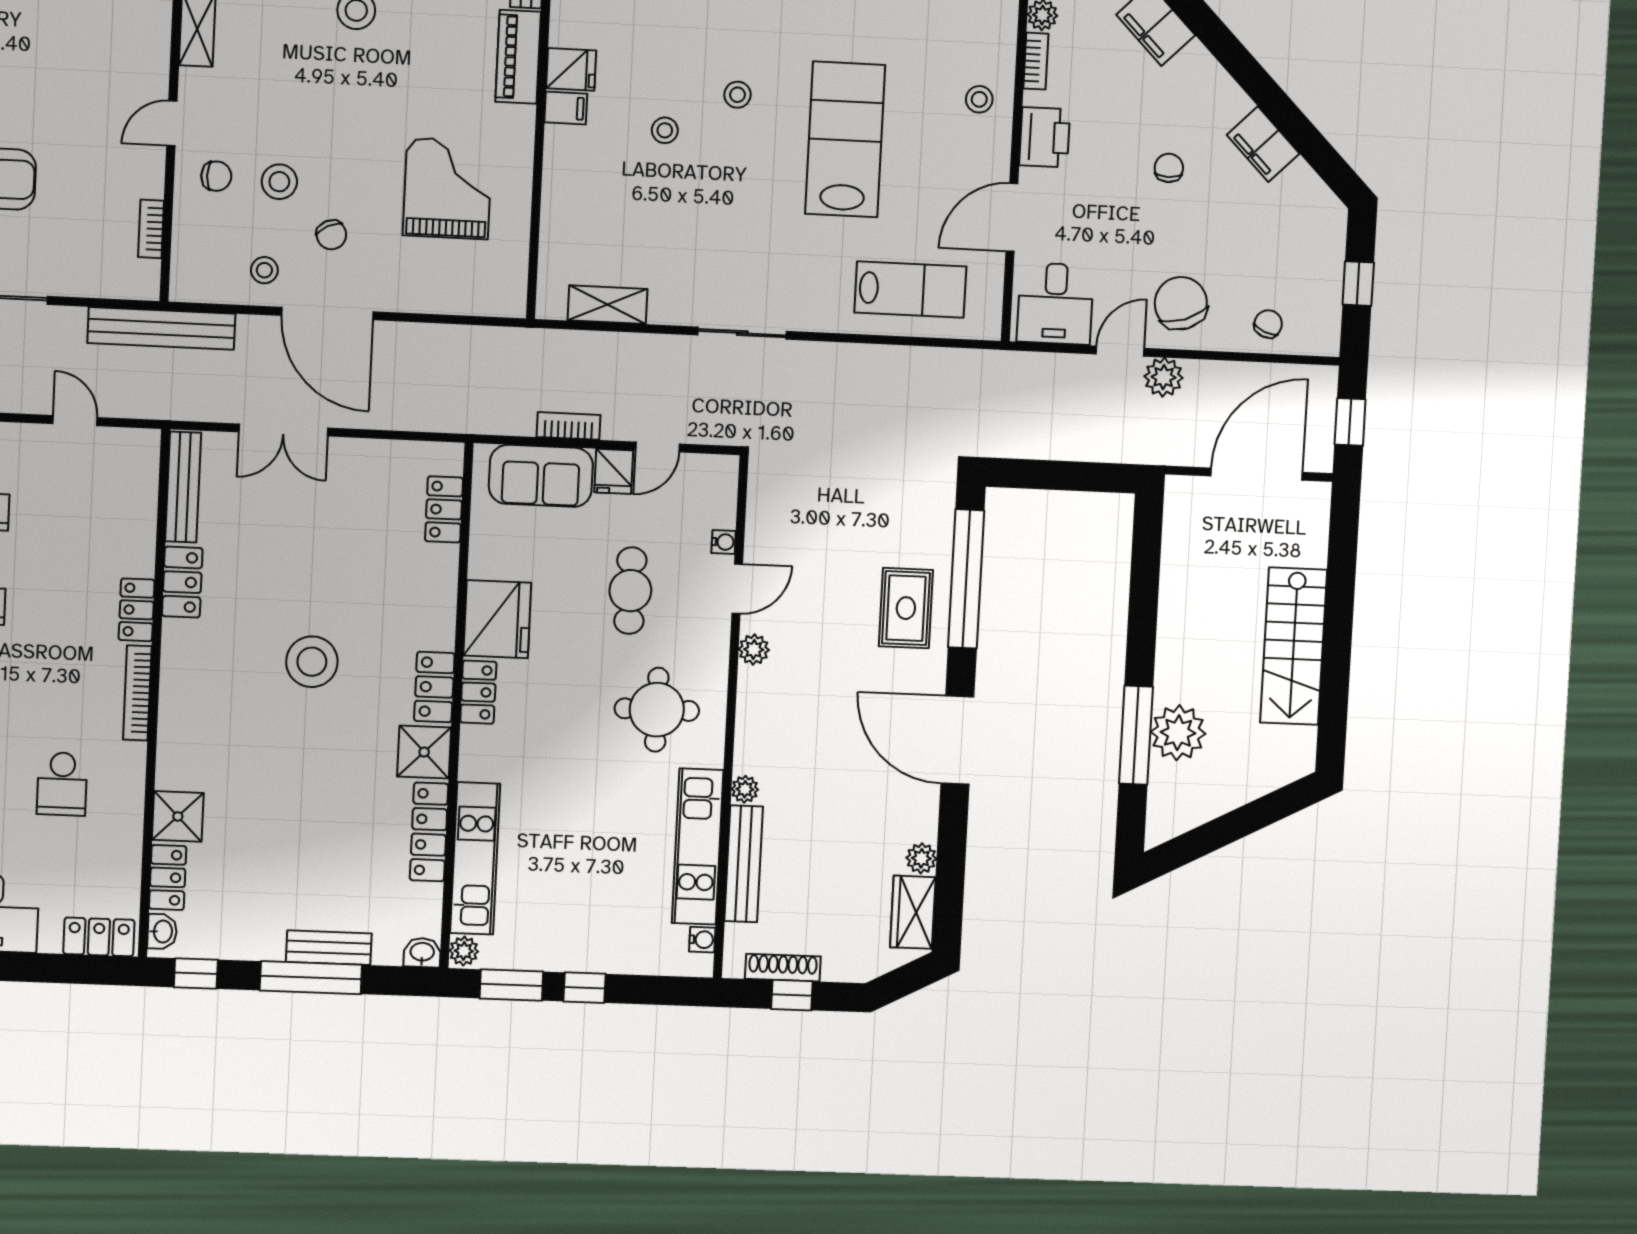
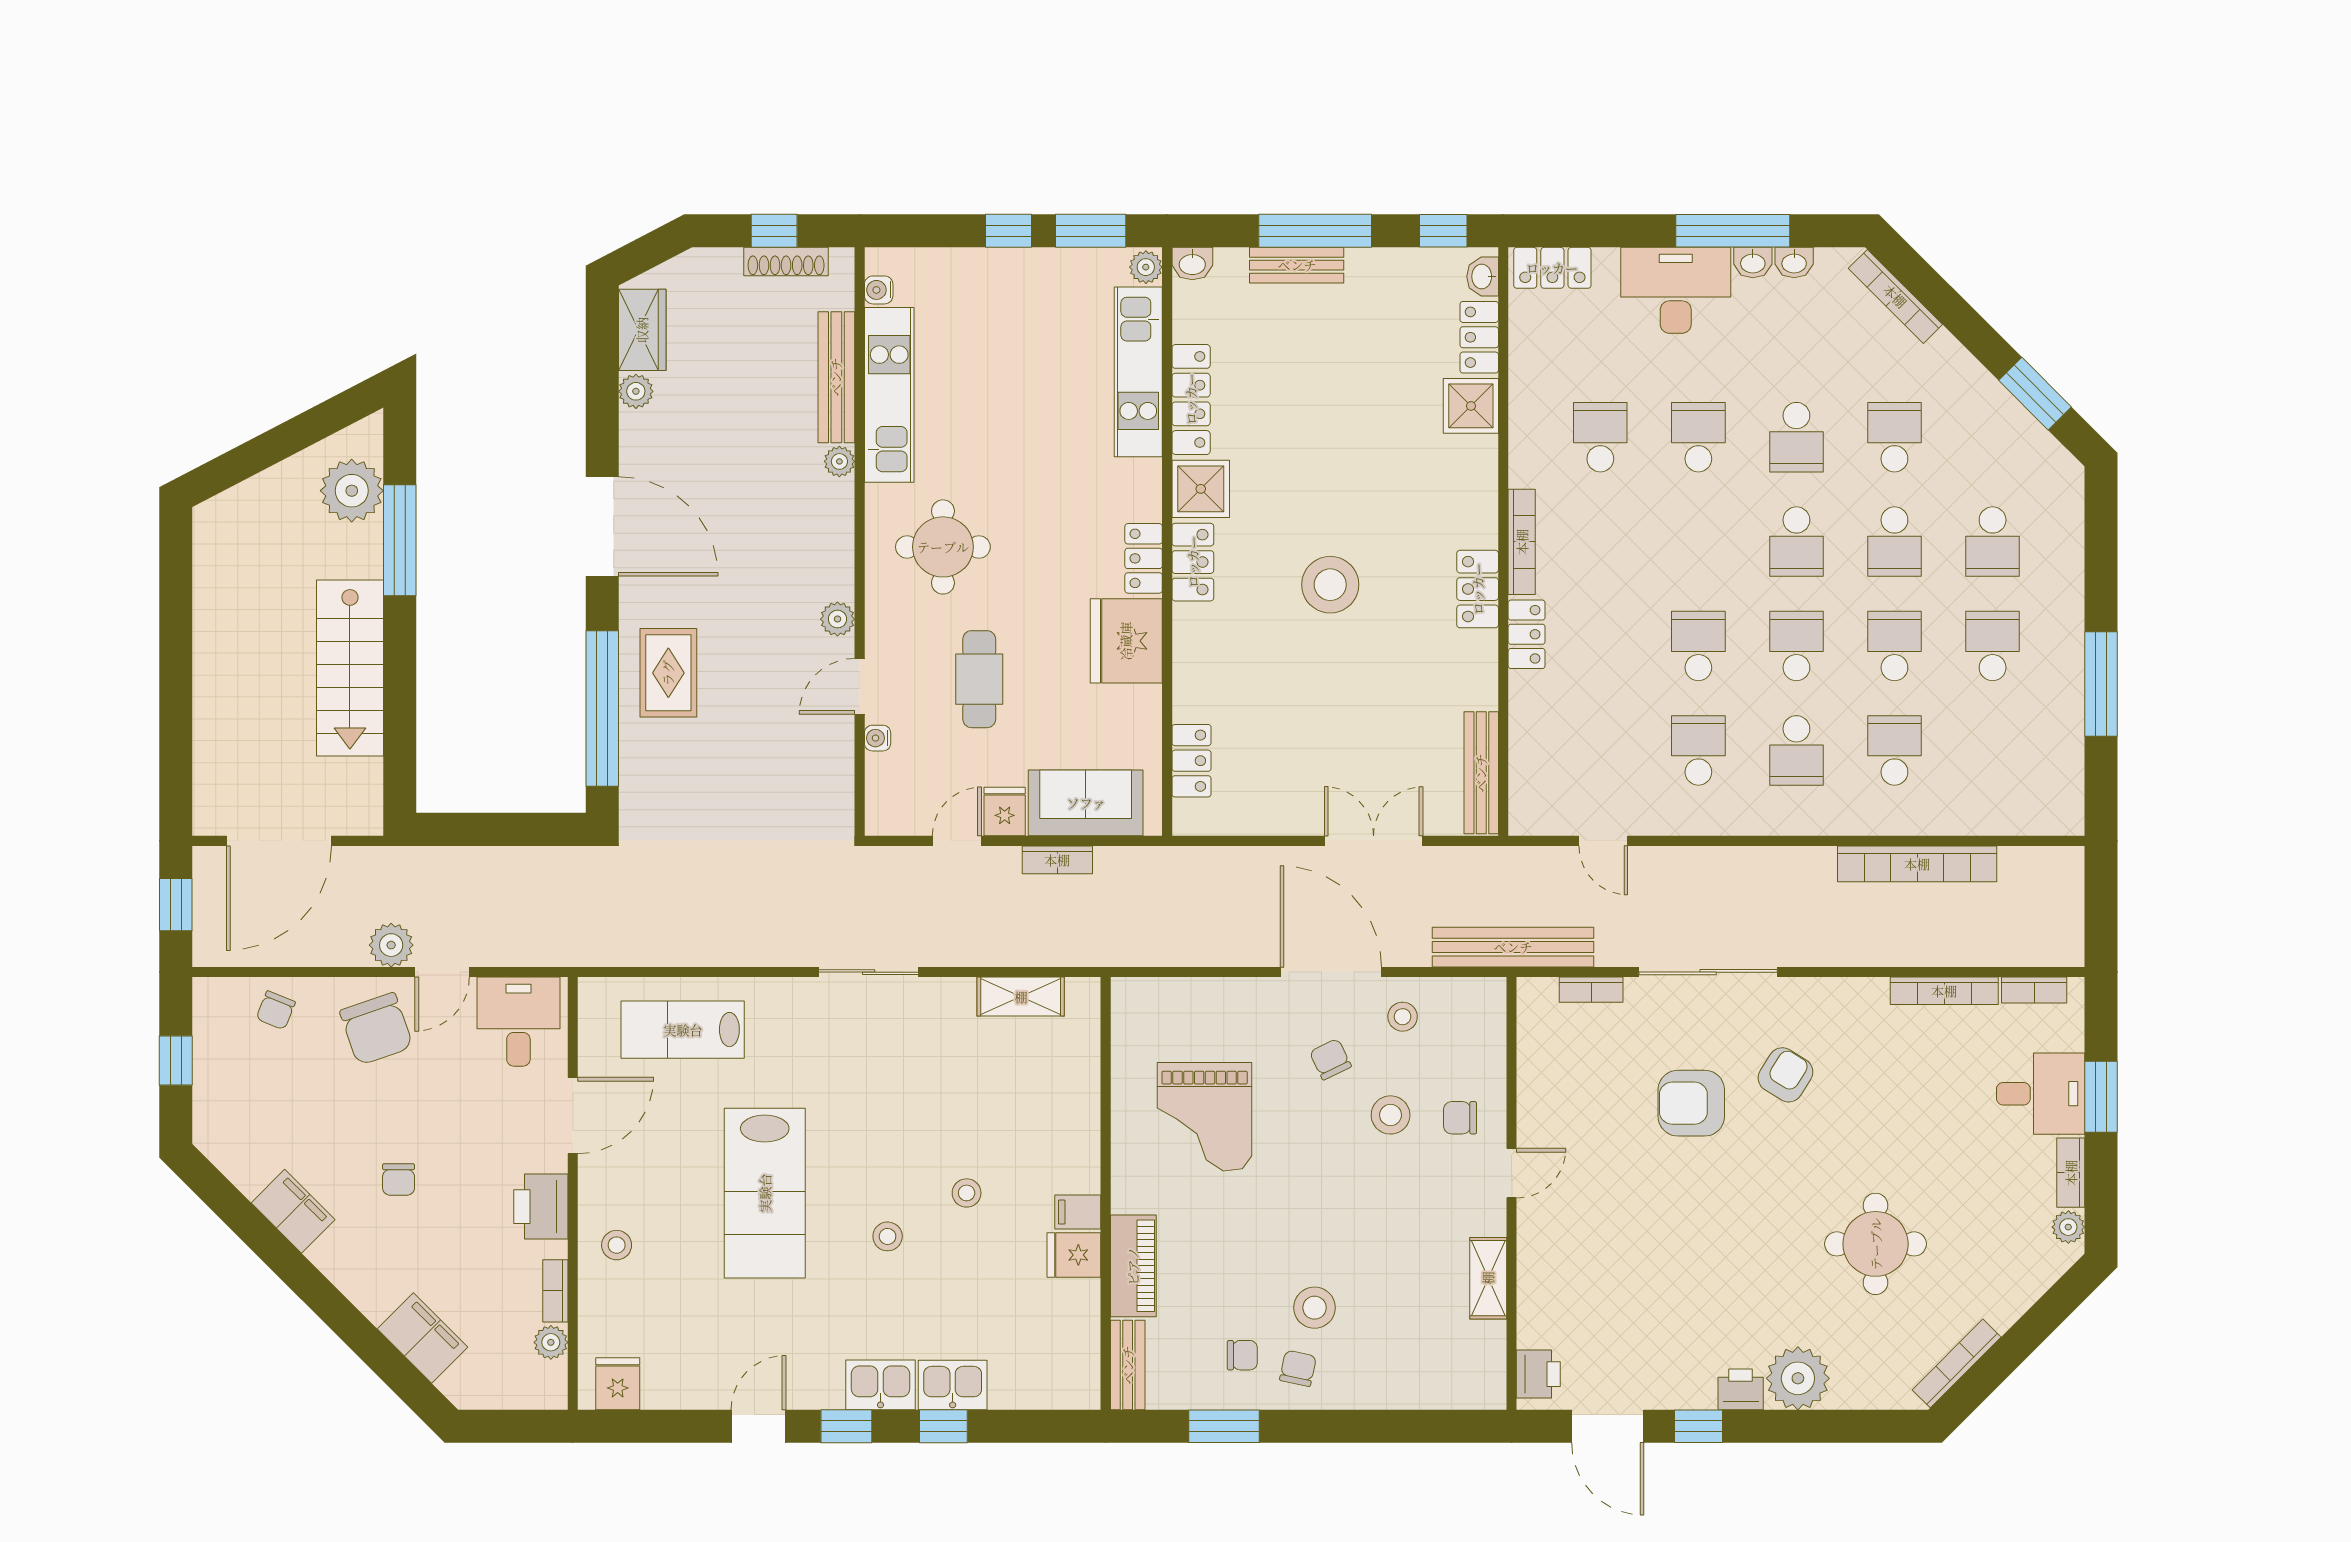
bookcase: (151, 229) -> (1591, 990), moved, turned 90
locker: (182, 582) -> (1478, 589), moved
stairs: (1294, 646) -> (350, 668), moved, turned 180
plant: (1178, 733) -> (352, 491), moved

